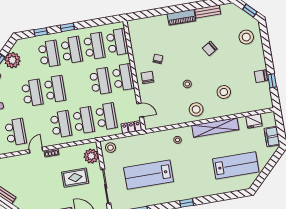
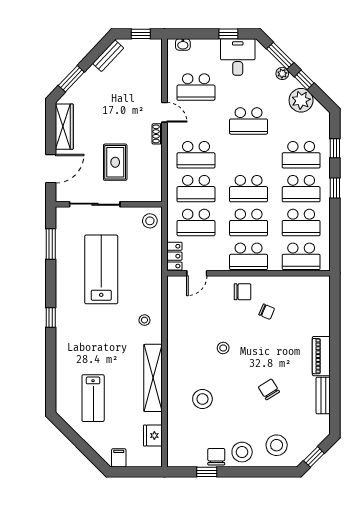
school desk: (55, 89) -> (249, 189), moved
stool: (196, 109) -> (242, 452), moved
filing cabinet: (272, 137) -> (119, 458), width x0.50
plant: (91, 156) -> (142, 191), removed
lab bench: (236, 165) -> (93, 398), width x0.73, depth x0.72

